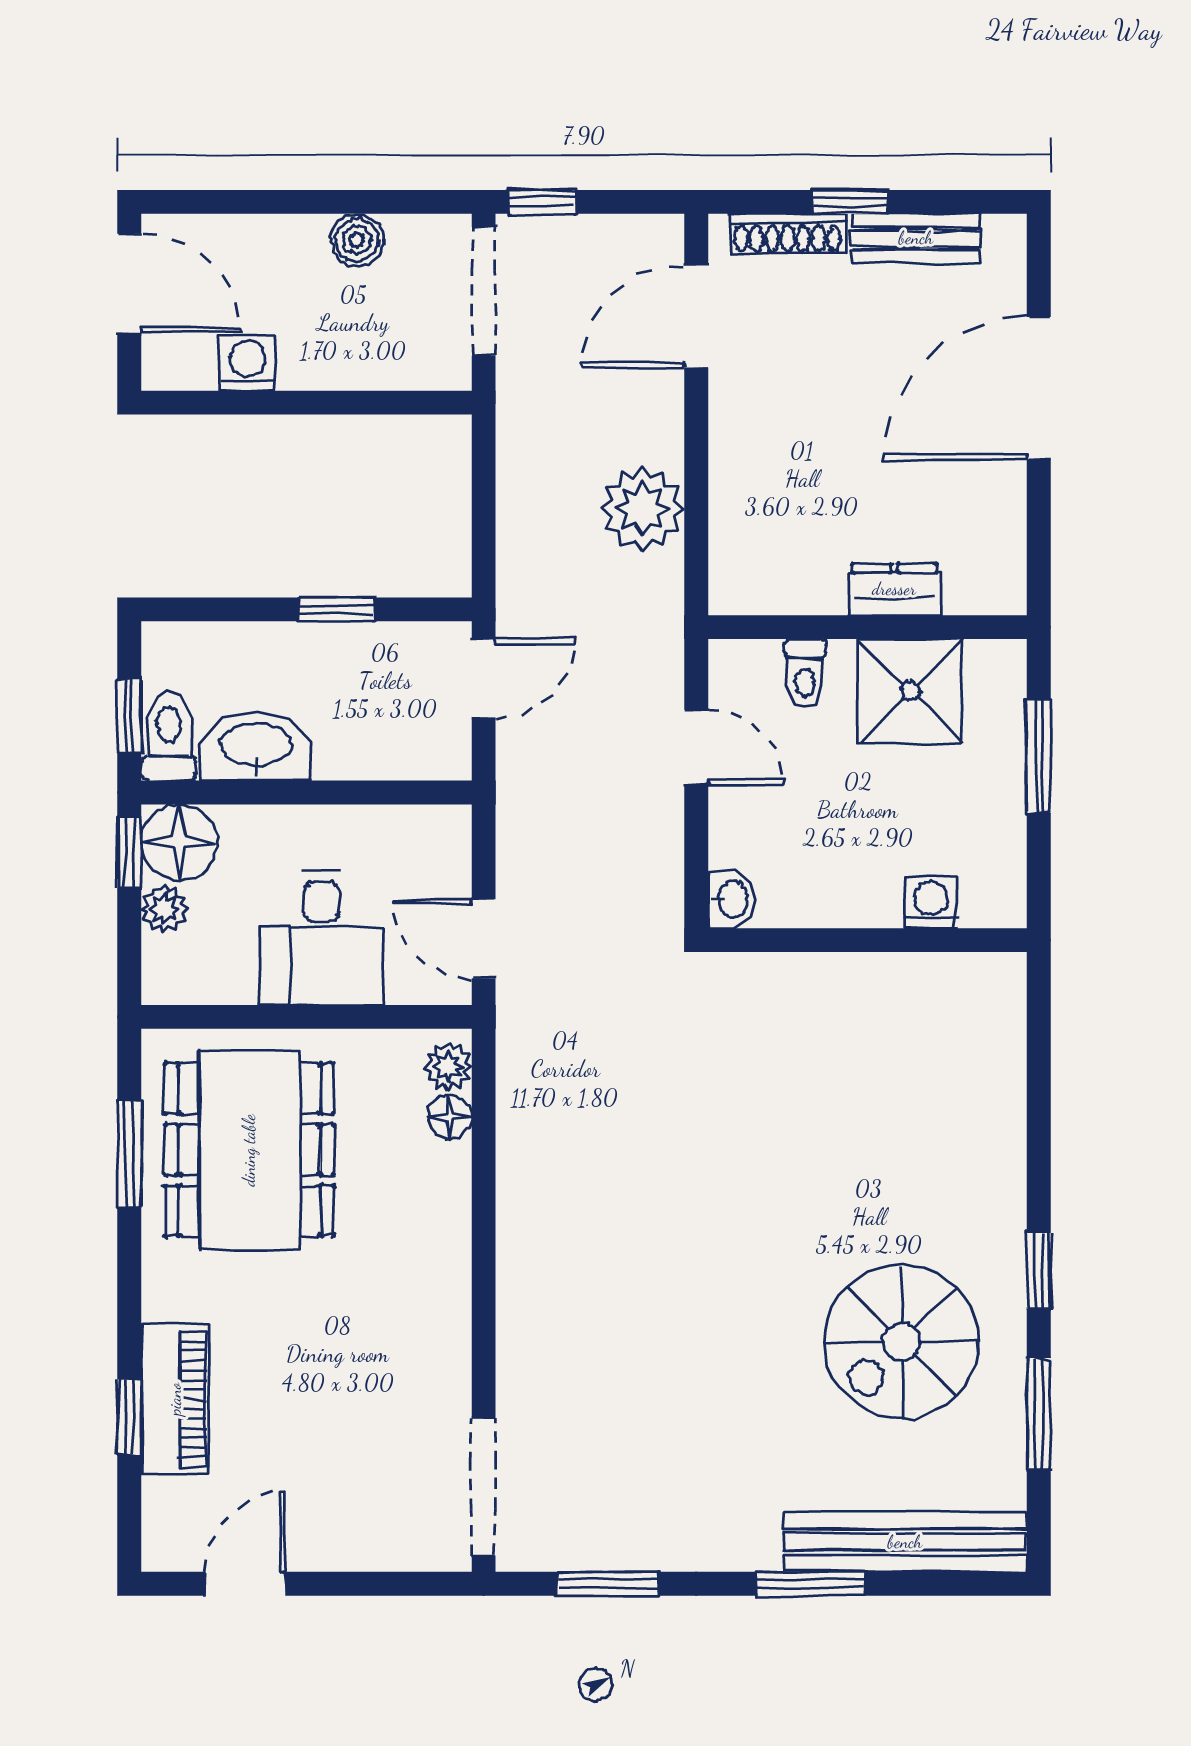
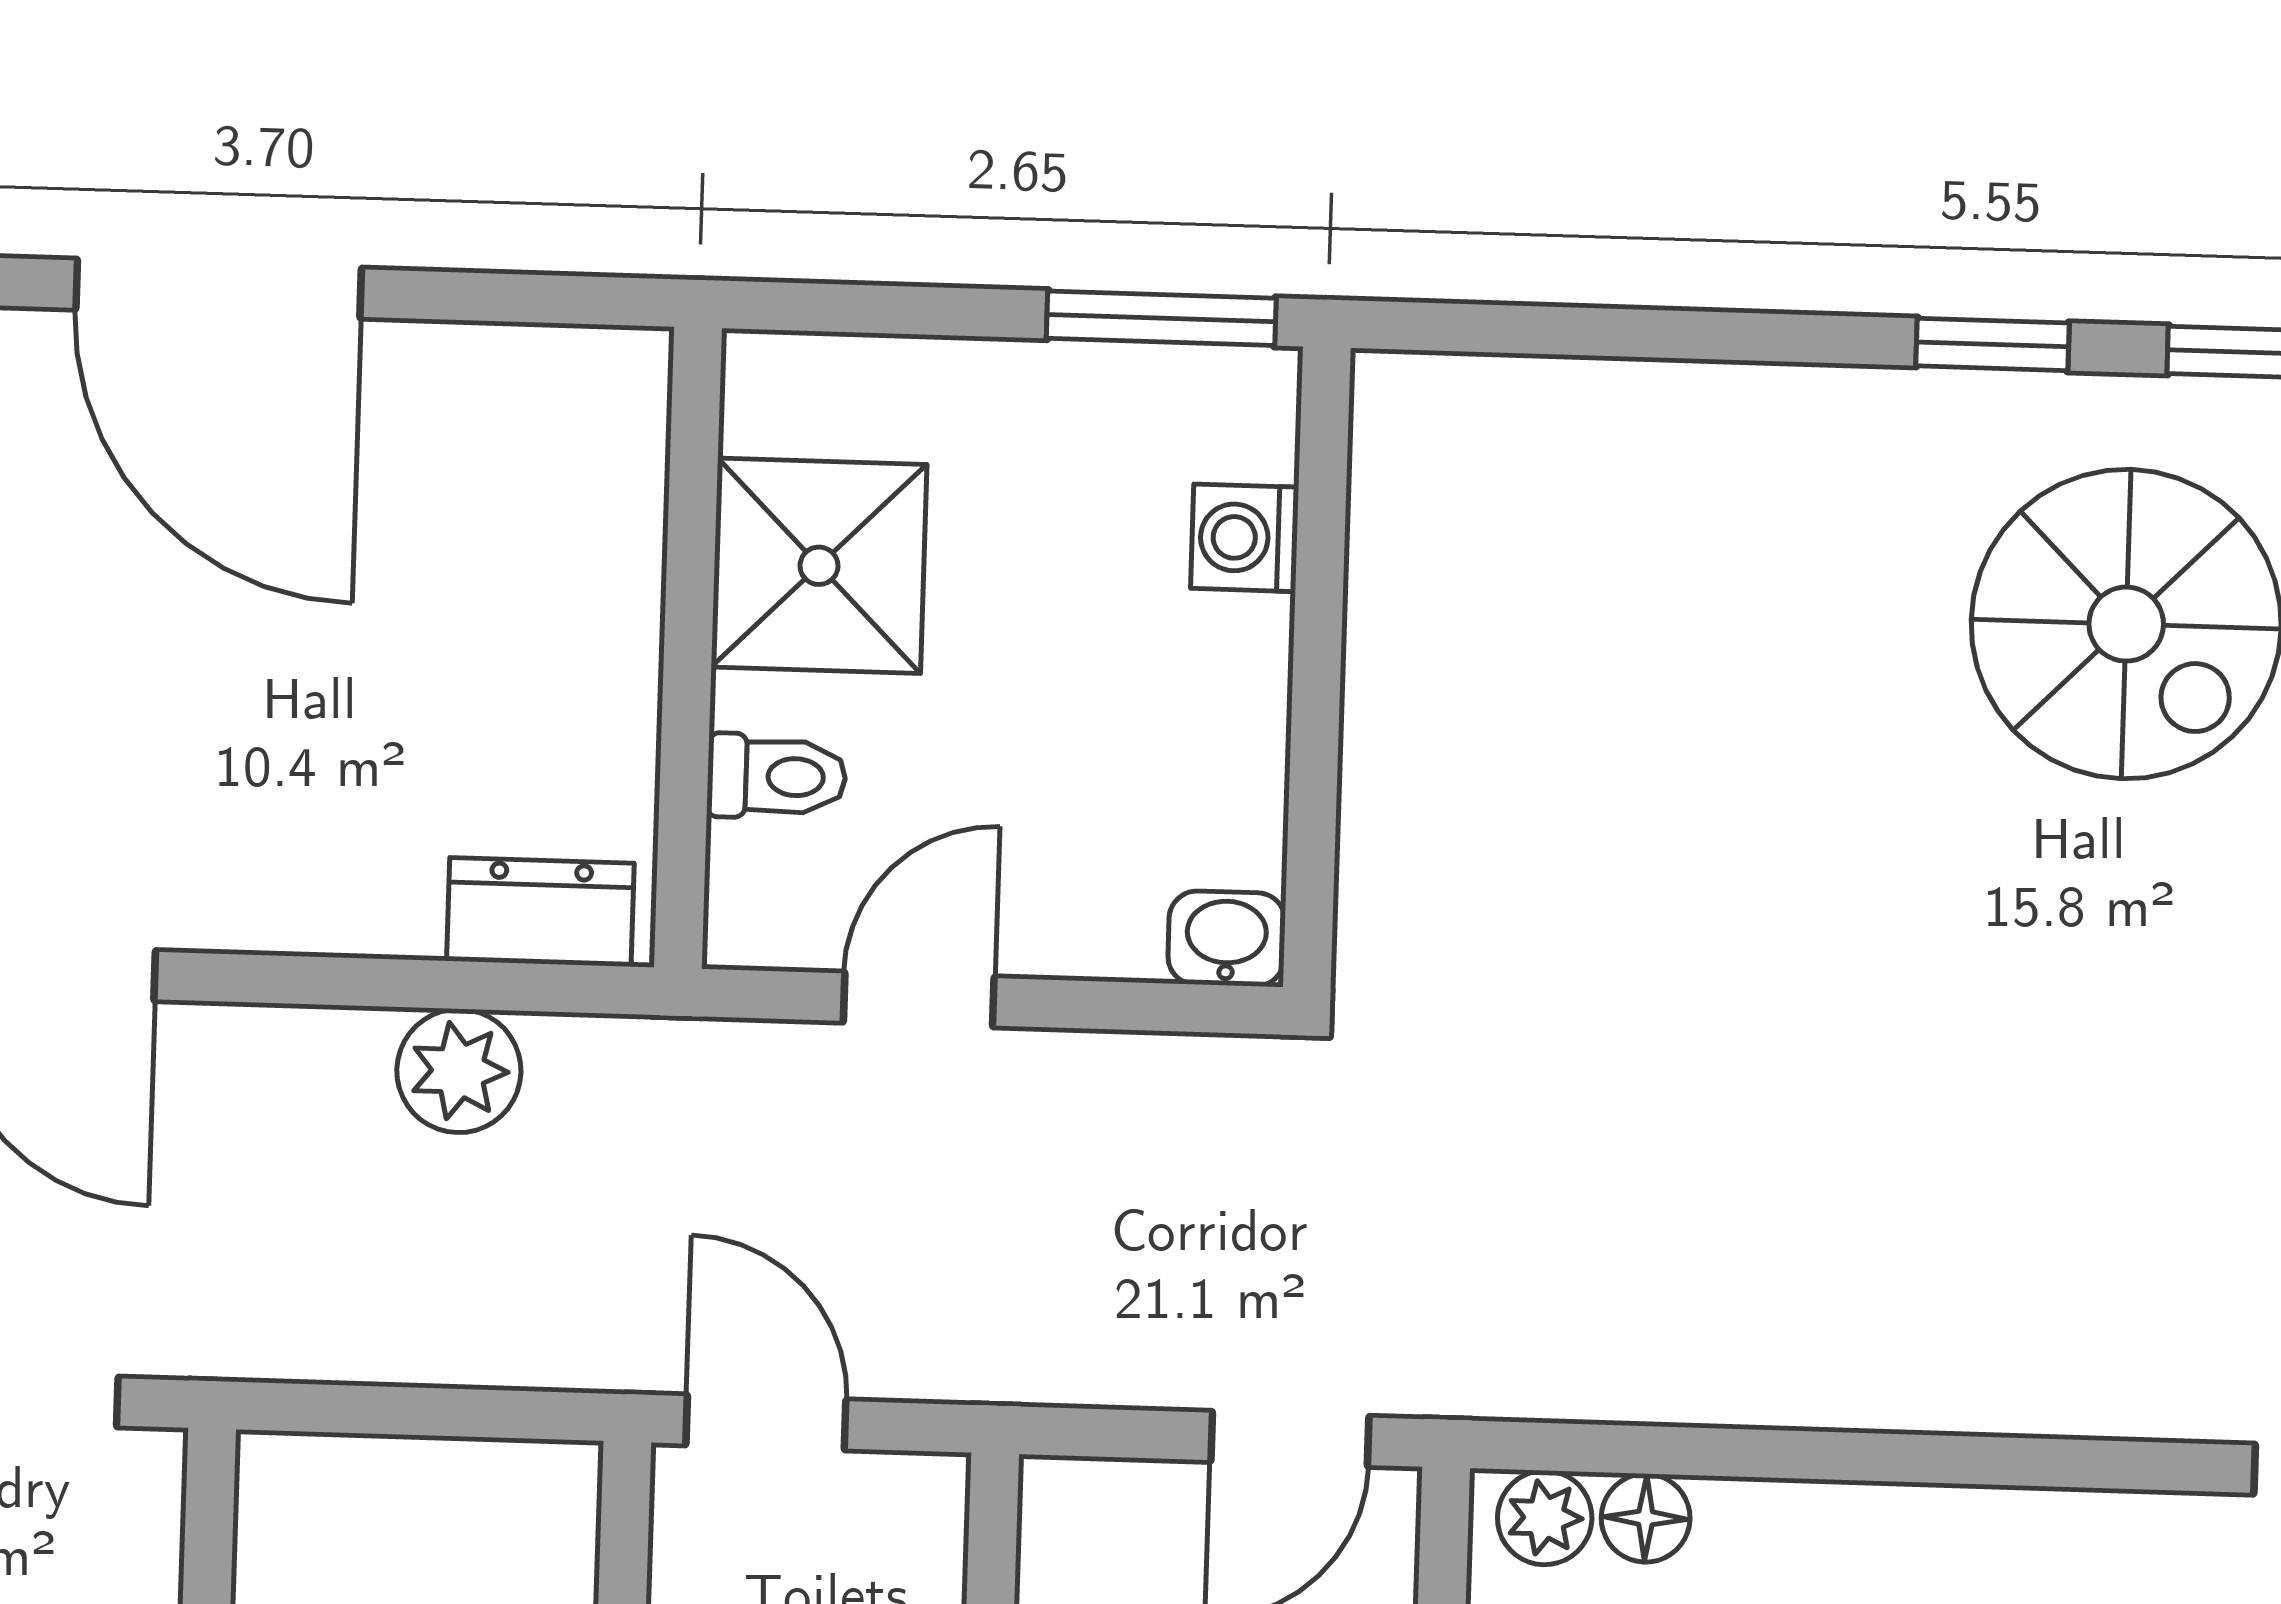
plant: (642, 509) -> (459, 1071), width x0.73, depth x0.73
dresser: (894, 589) -> (540, 912), moved, turned 90
window: (1039, 756) -> (1161, 318), moved

